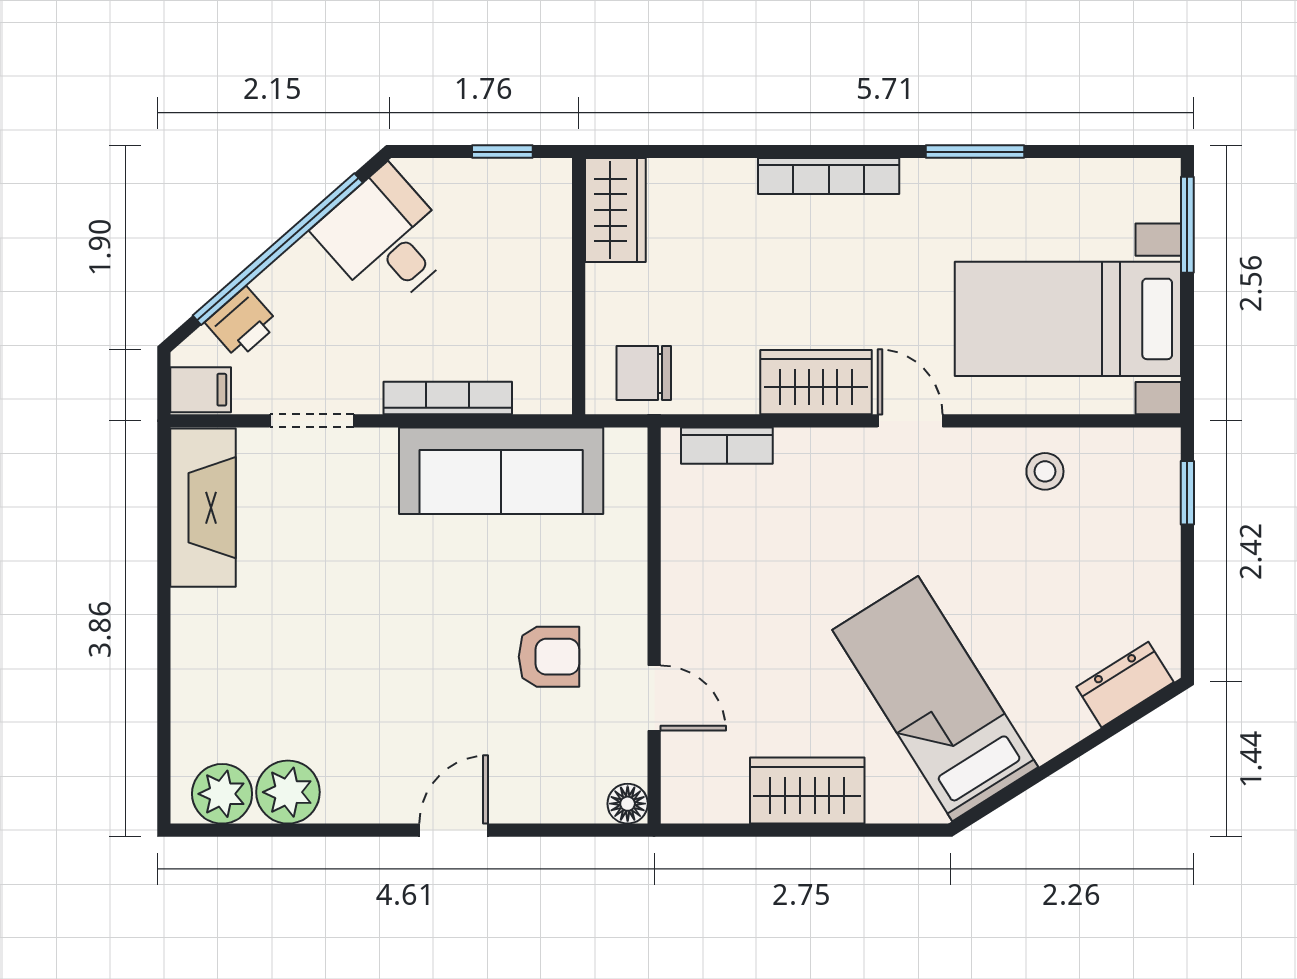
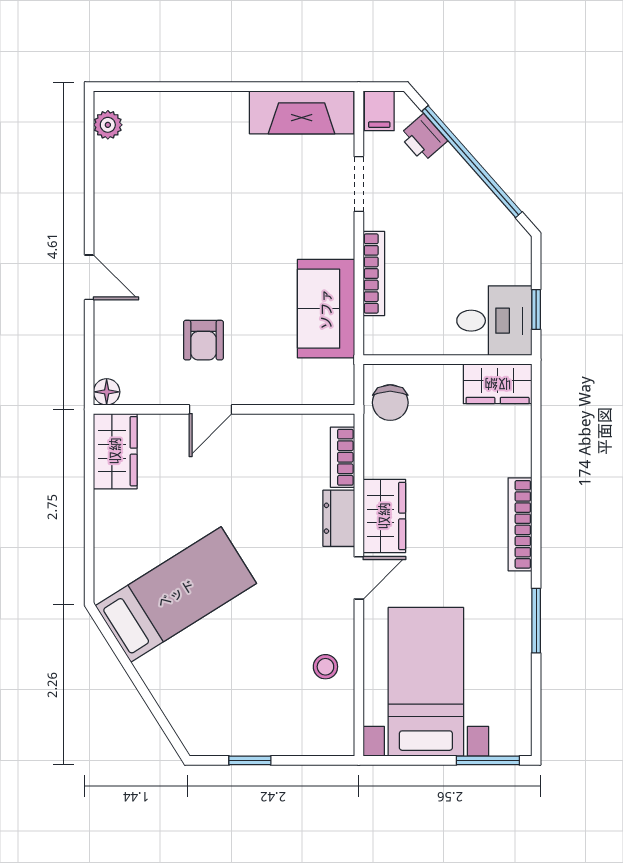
desk: (386, 238) -> (494, 321), moved, turned 41
chair: (644, 373) -> (390, 403), turned 180
sofa: (501, 471) -> (326, 309), width x0.73
window: (1187, 493) -> (250, 760), moved
dresser: (1125, 685) -> (339, 518), moved, turned -148
door: (654, 698) -> (210, 409), moved
wardrobe: (807, 791) -> (115, 451), moved
plant: (288, 792) -> (114, 168), removed
plant: (222, 794) -> (108, 125), width x0.73, depth x0.73

